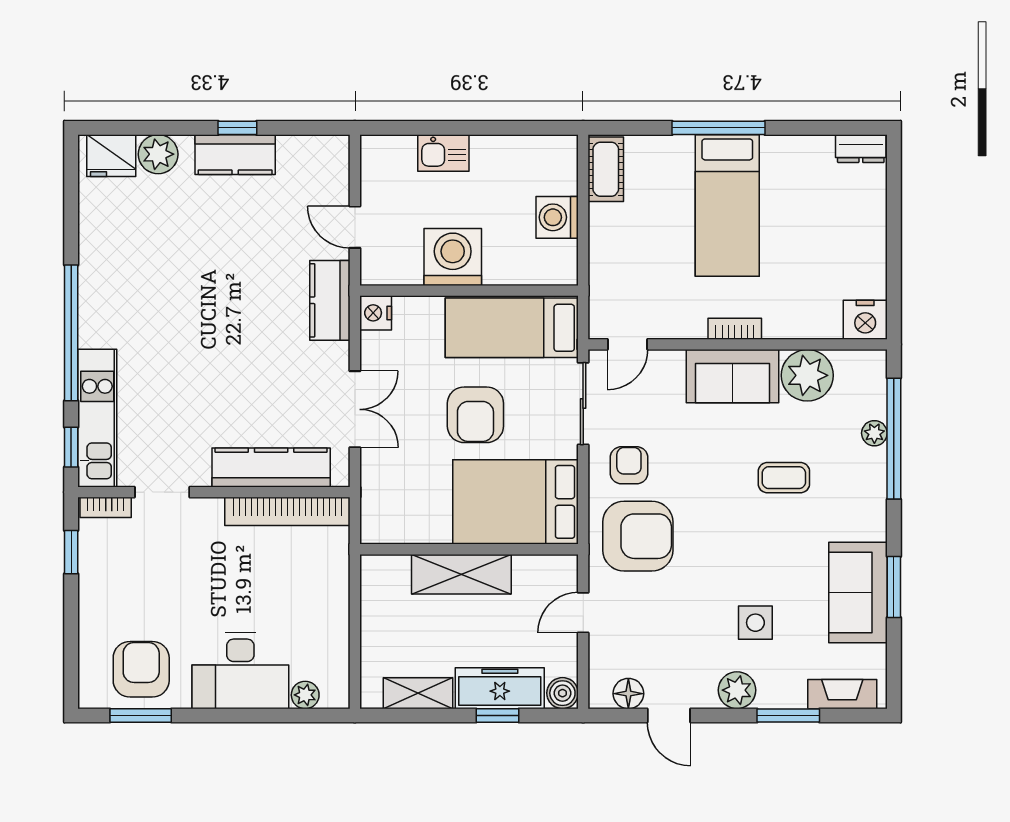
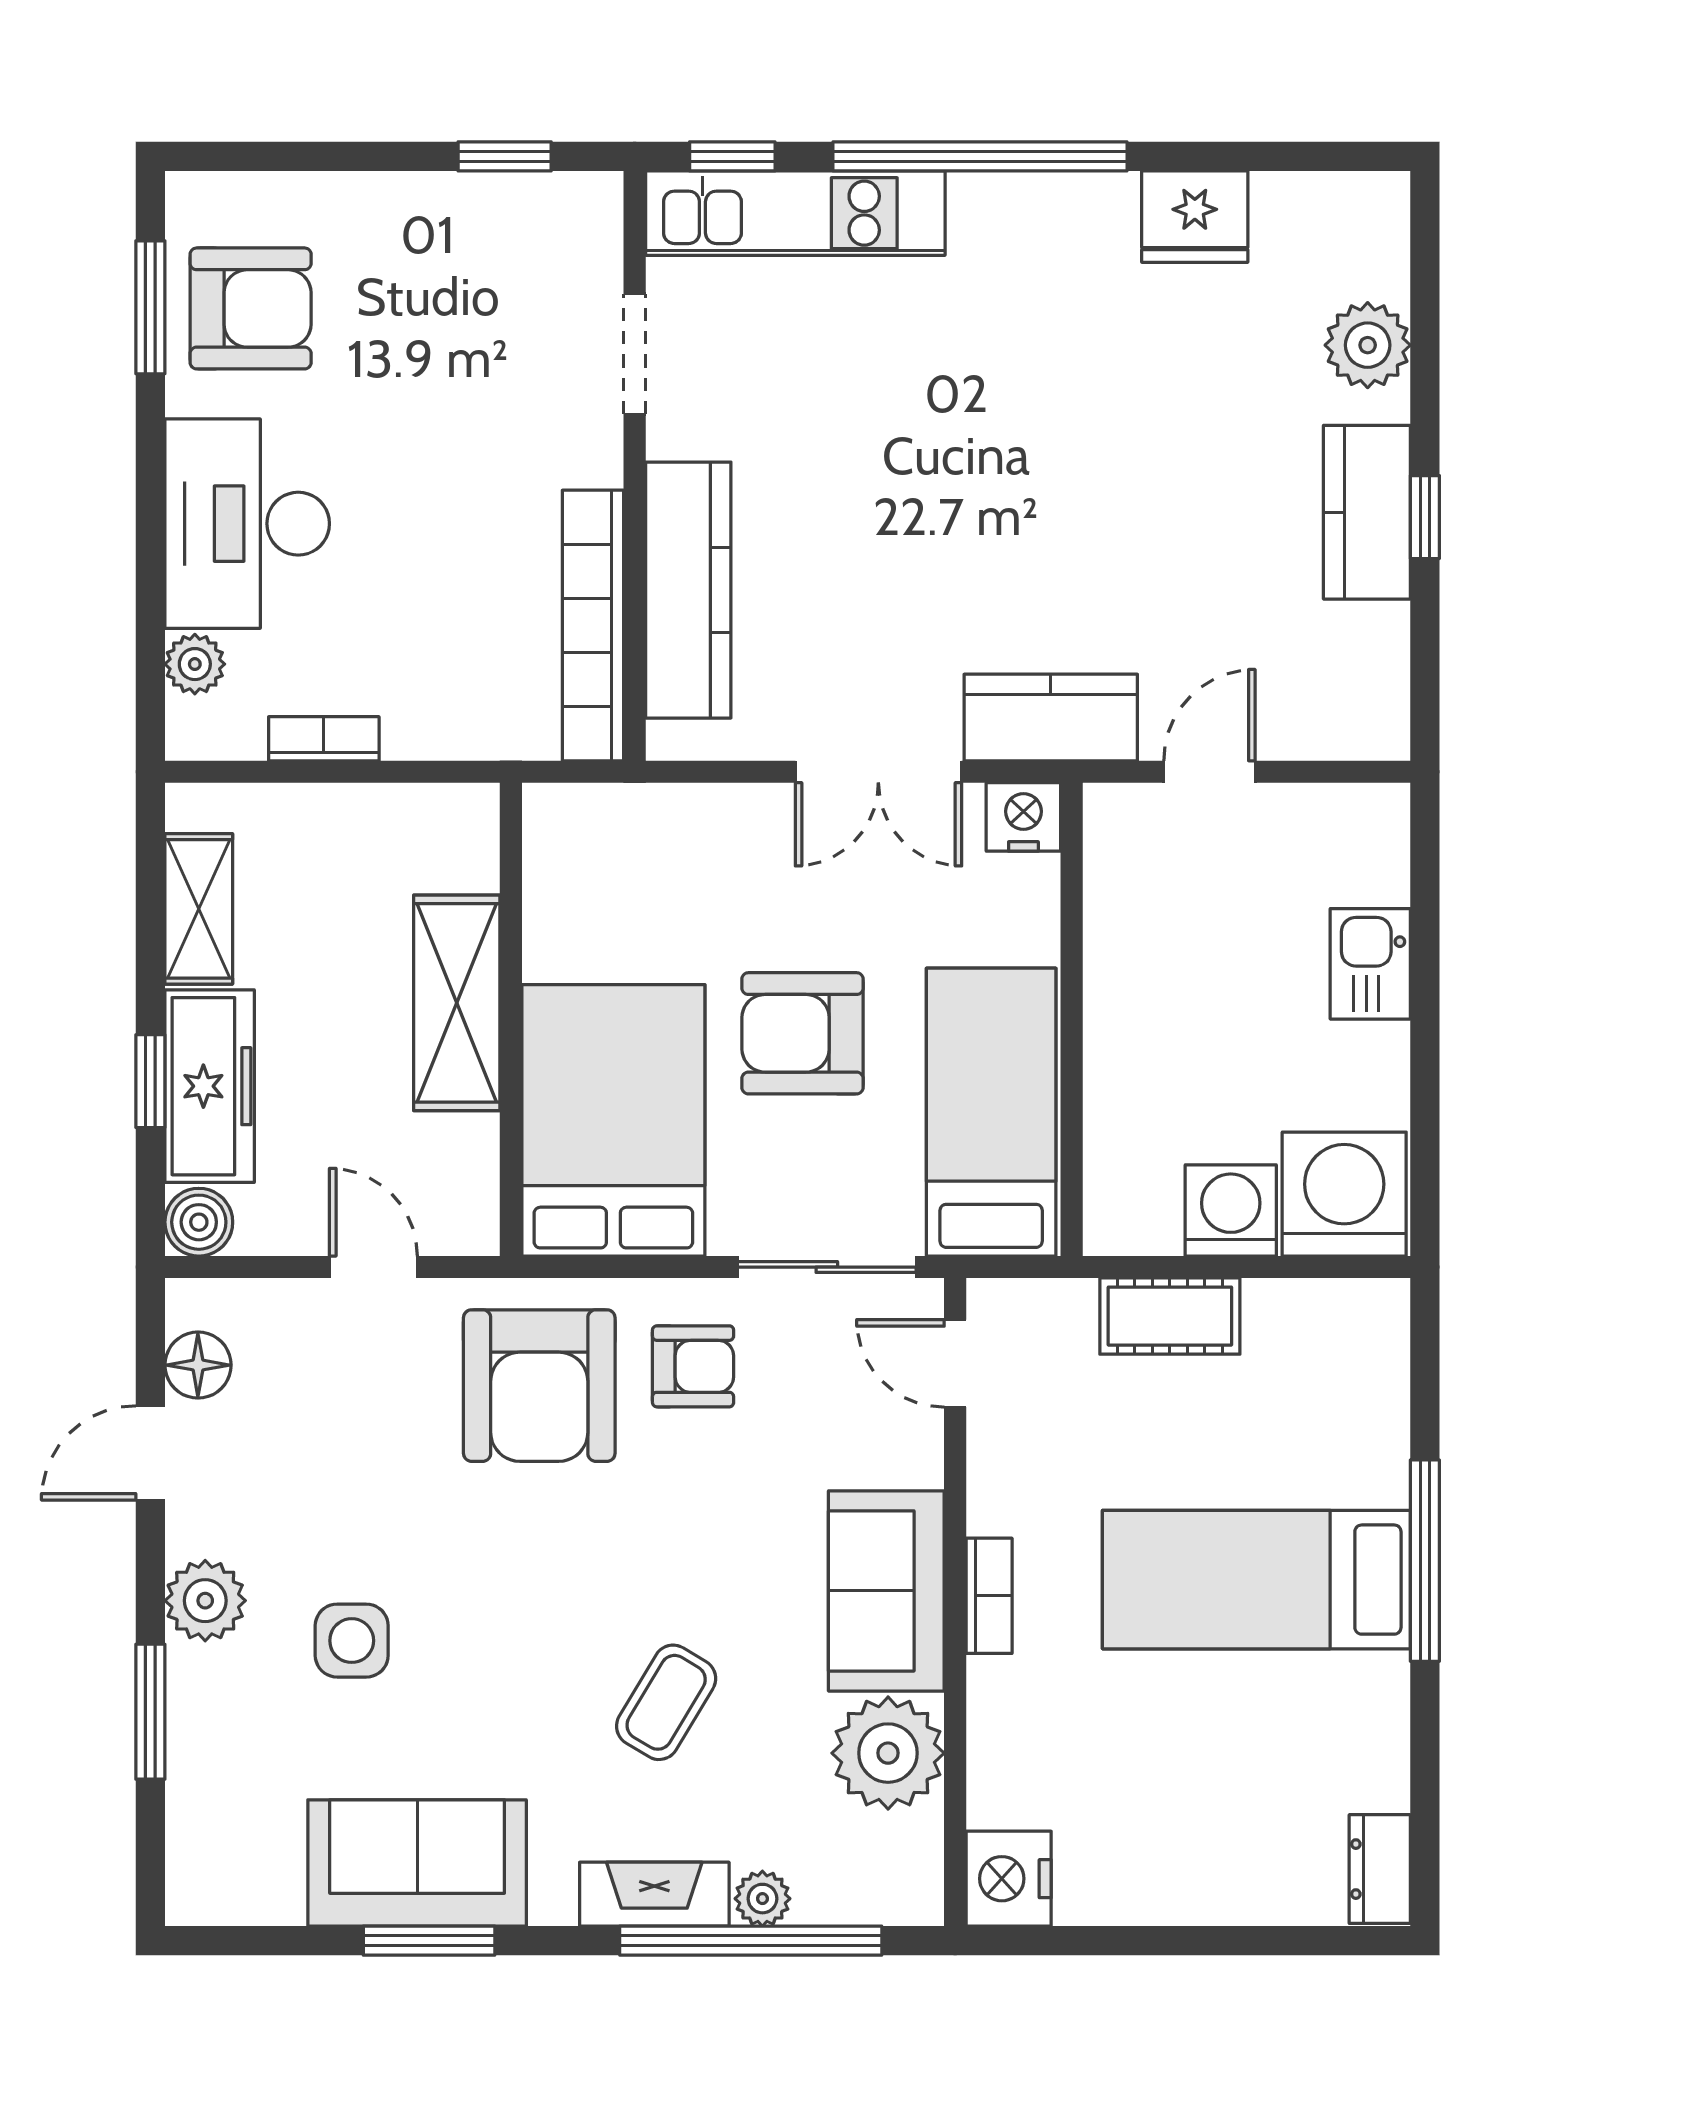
fridge: (111, 156) -> (1195, 217), moved, turned -90
cot: (606, 169) -> (1170, 1316), moved
washing machine: (453, 257) -> (1344, 1194), moved, turned -90
double door: (355, 409) -> (878, 772), moved
coffee table: (784, 478) -> (666, 1702), turned 31
bookcase: (106, 507) -> (324, 739), moved, turned 90
fireplace: (842, 694) -> (654, 1894), moved, turned -90

